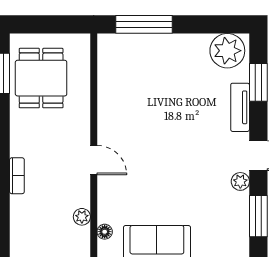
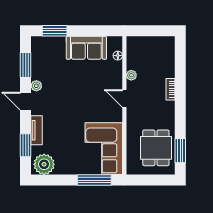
corner sofa: (128, 77) -> (104, 149), added
plant: (82, 217) -> (131, 75), moved

